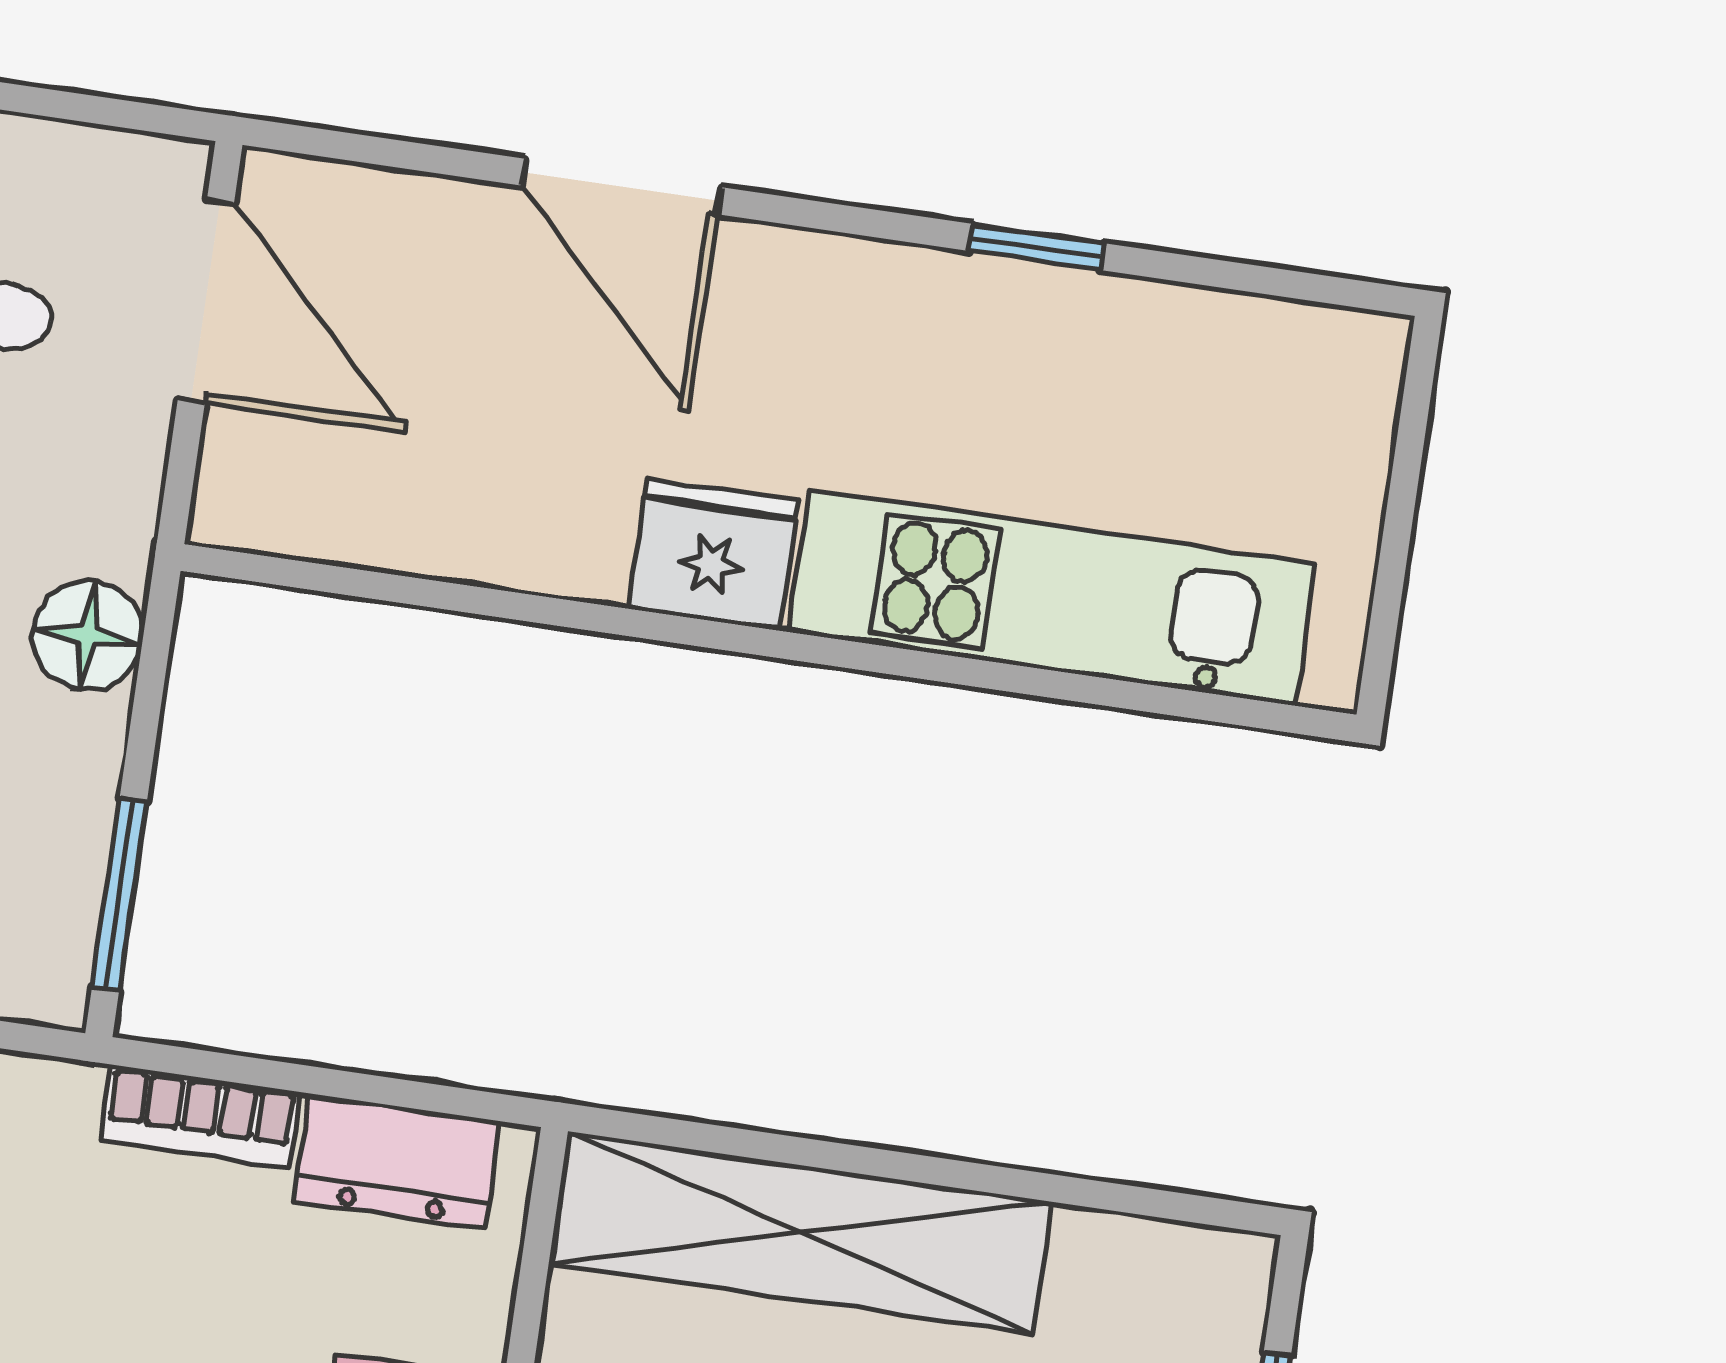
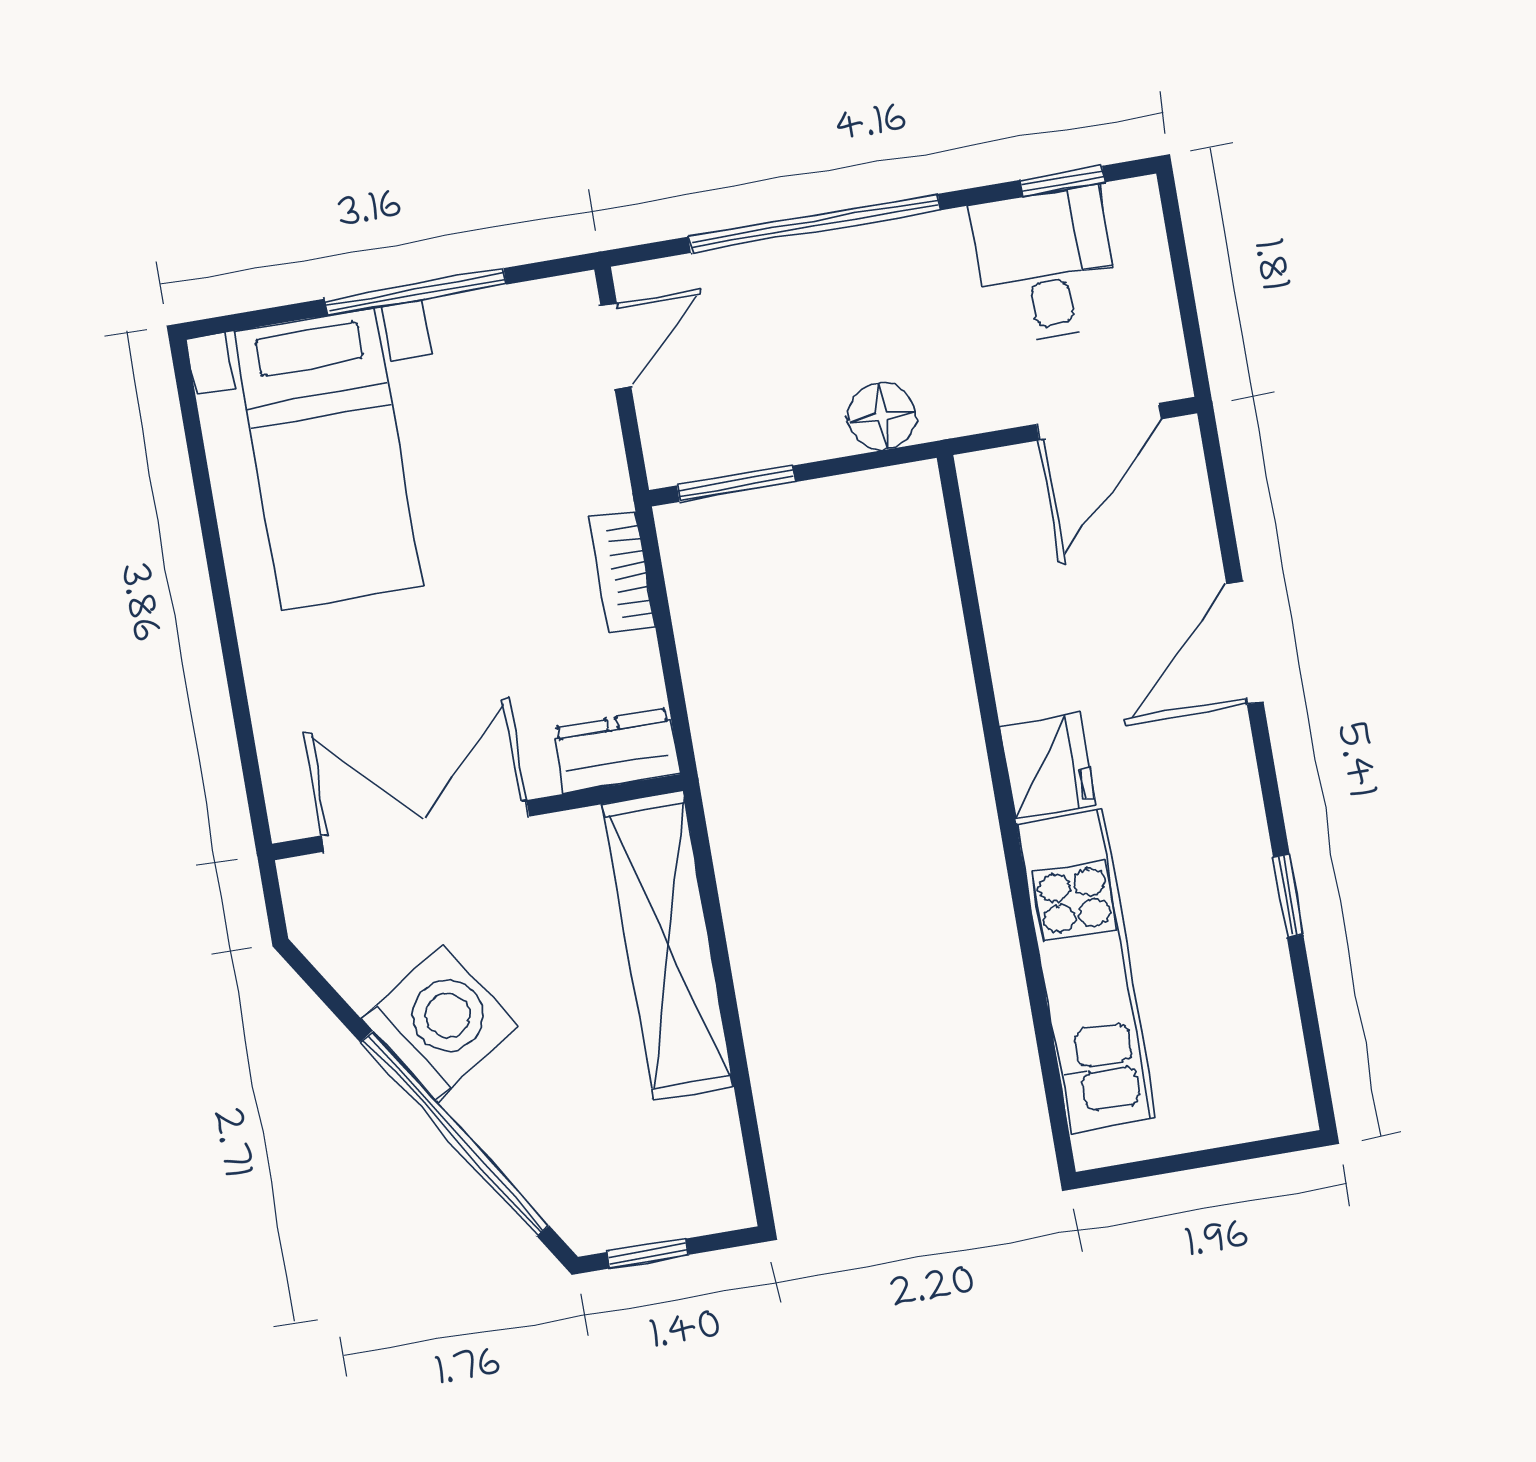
dresser: (397, 1161) -> (616, 751), moved, turned 90

